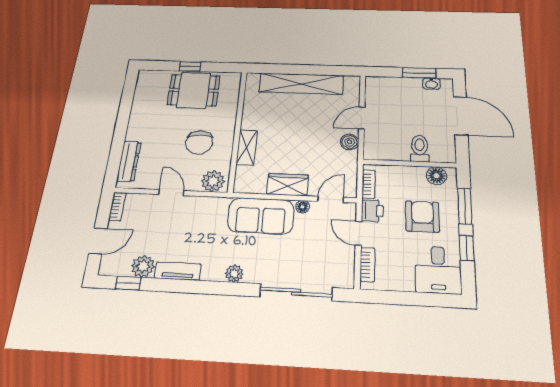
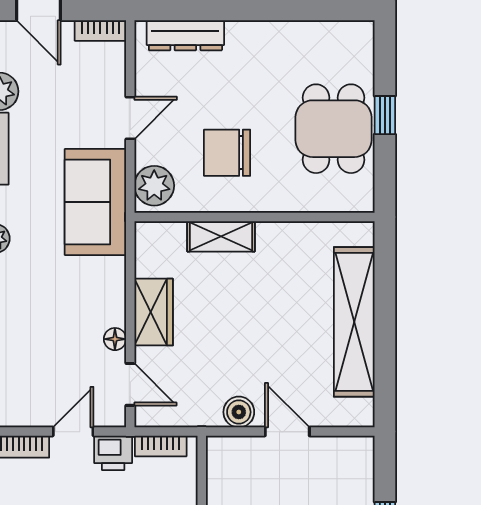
sofa: (261, 216) -> (95, 202), moved

